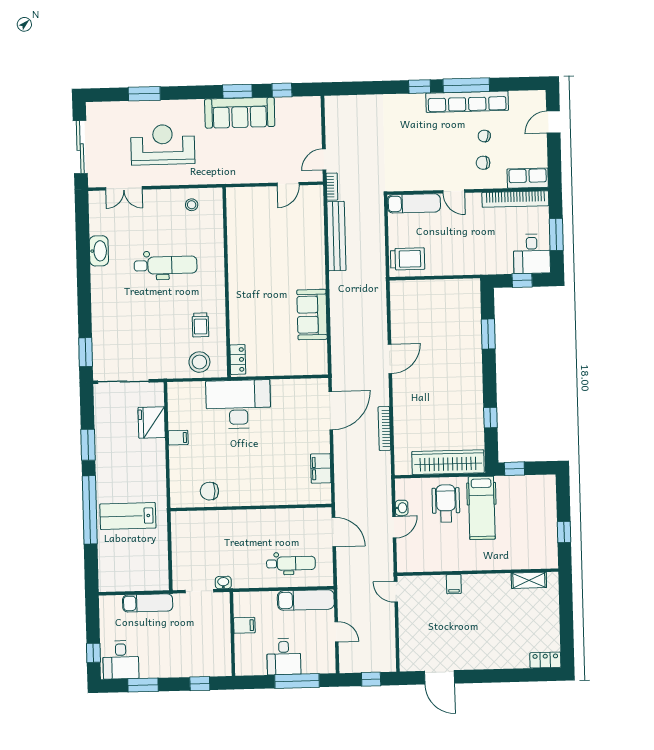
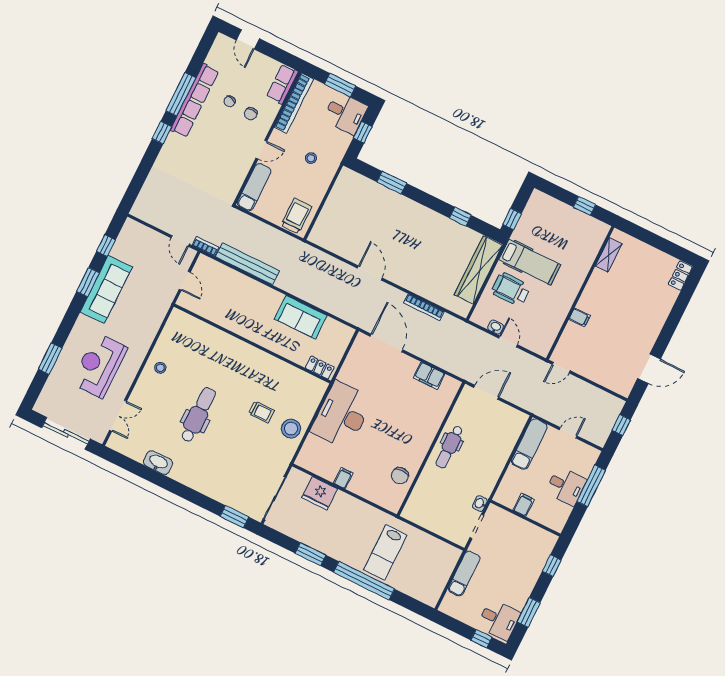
stool: (471, 244) -> (311, 158), added
wall: (227, 282) -> (252, 344), moved
locker: (238, 359) -> (320, 367), moved
dental chair: (291, 563) -> (449, 447), moved, turned 180

